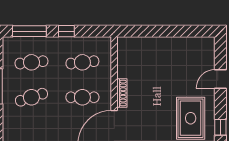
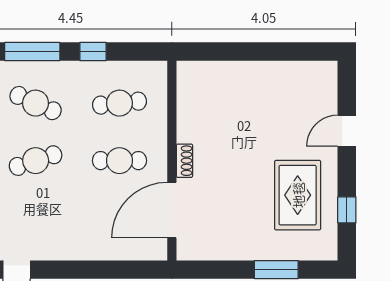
cafe table: (31, 62) -> (36, 103), turned 30
shoe rack: (122, 93) -> (184, 161), width x0.70

